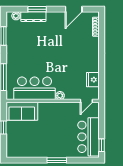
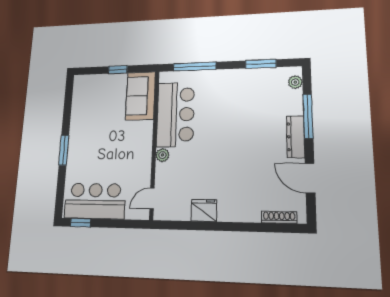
window: (37, 9) -> (308, 116), width x1.44
dresser: (33, 17) -> (295, 137), moved
fridge: (93, 80) -> (204, 210), moved
door: (86, 101) -> (152, 198), hinge flipped

